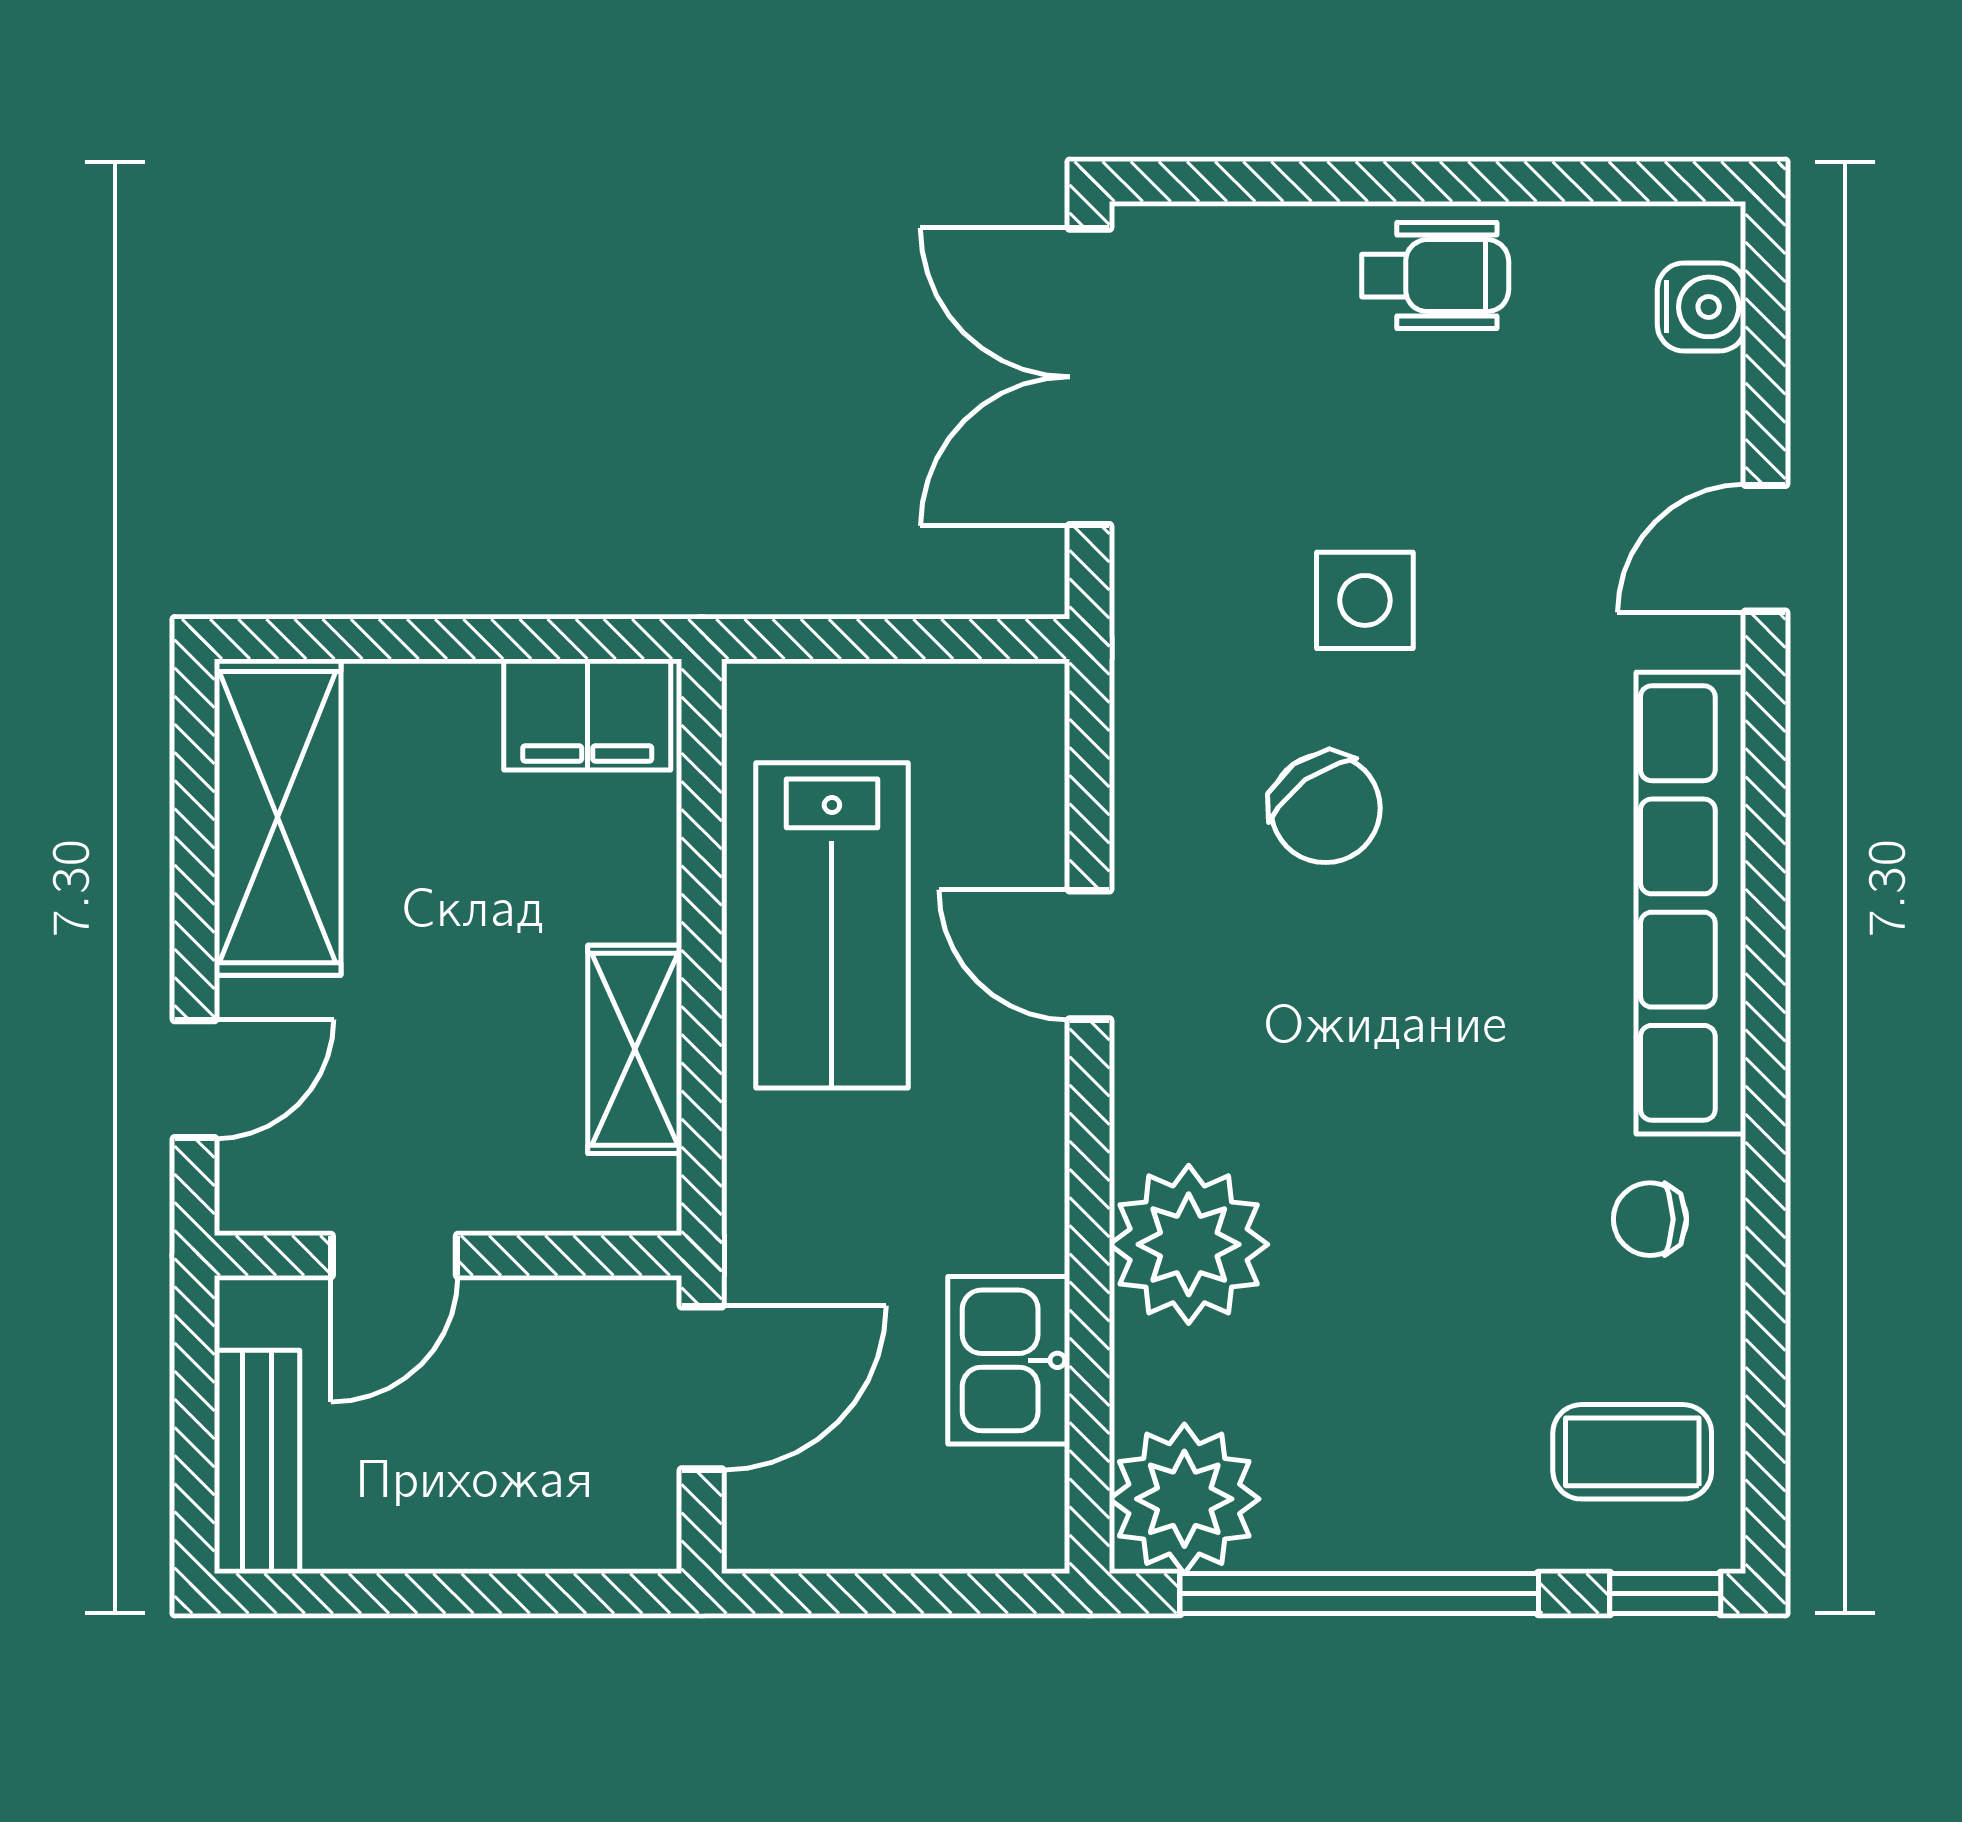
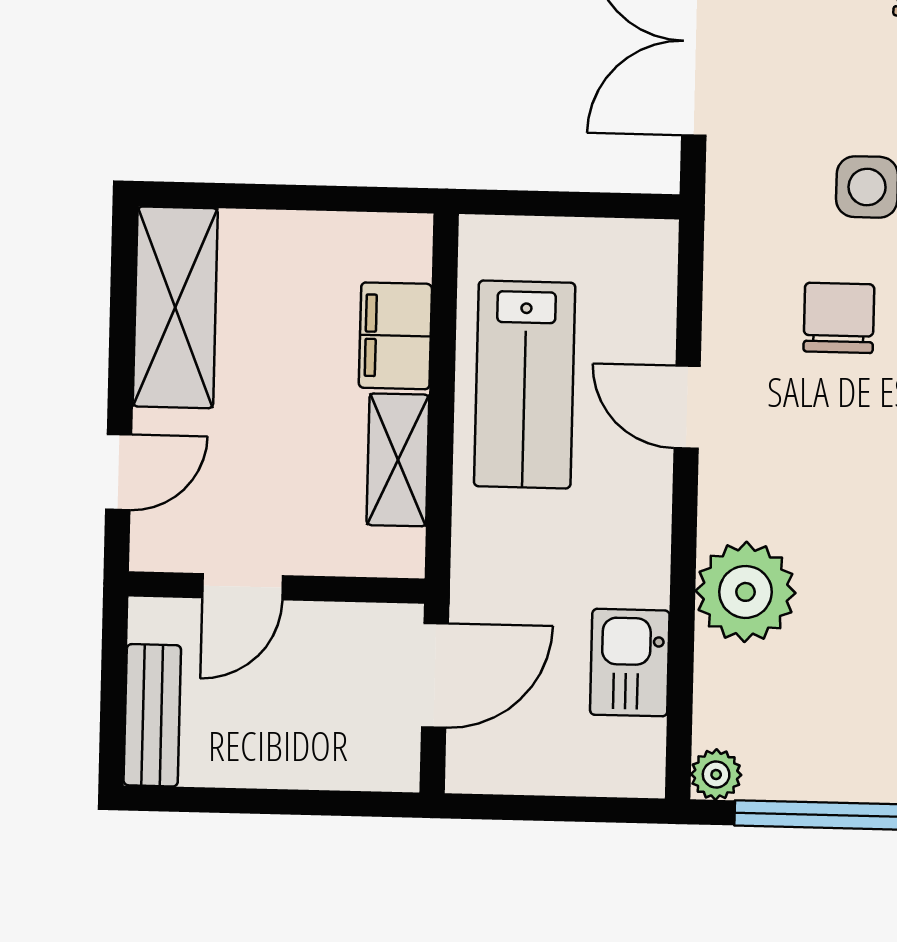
filing cabinet: (587, 715) -> (395, 336), moved, turned 90
chair: (1325, 808) -> (839, 318), turned -144
plant: (1184, 1499) -> (716, 775), width x0.53, depth x0.53

